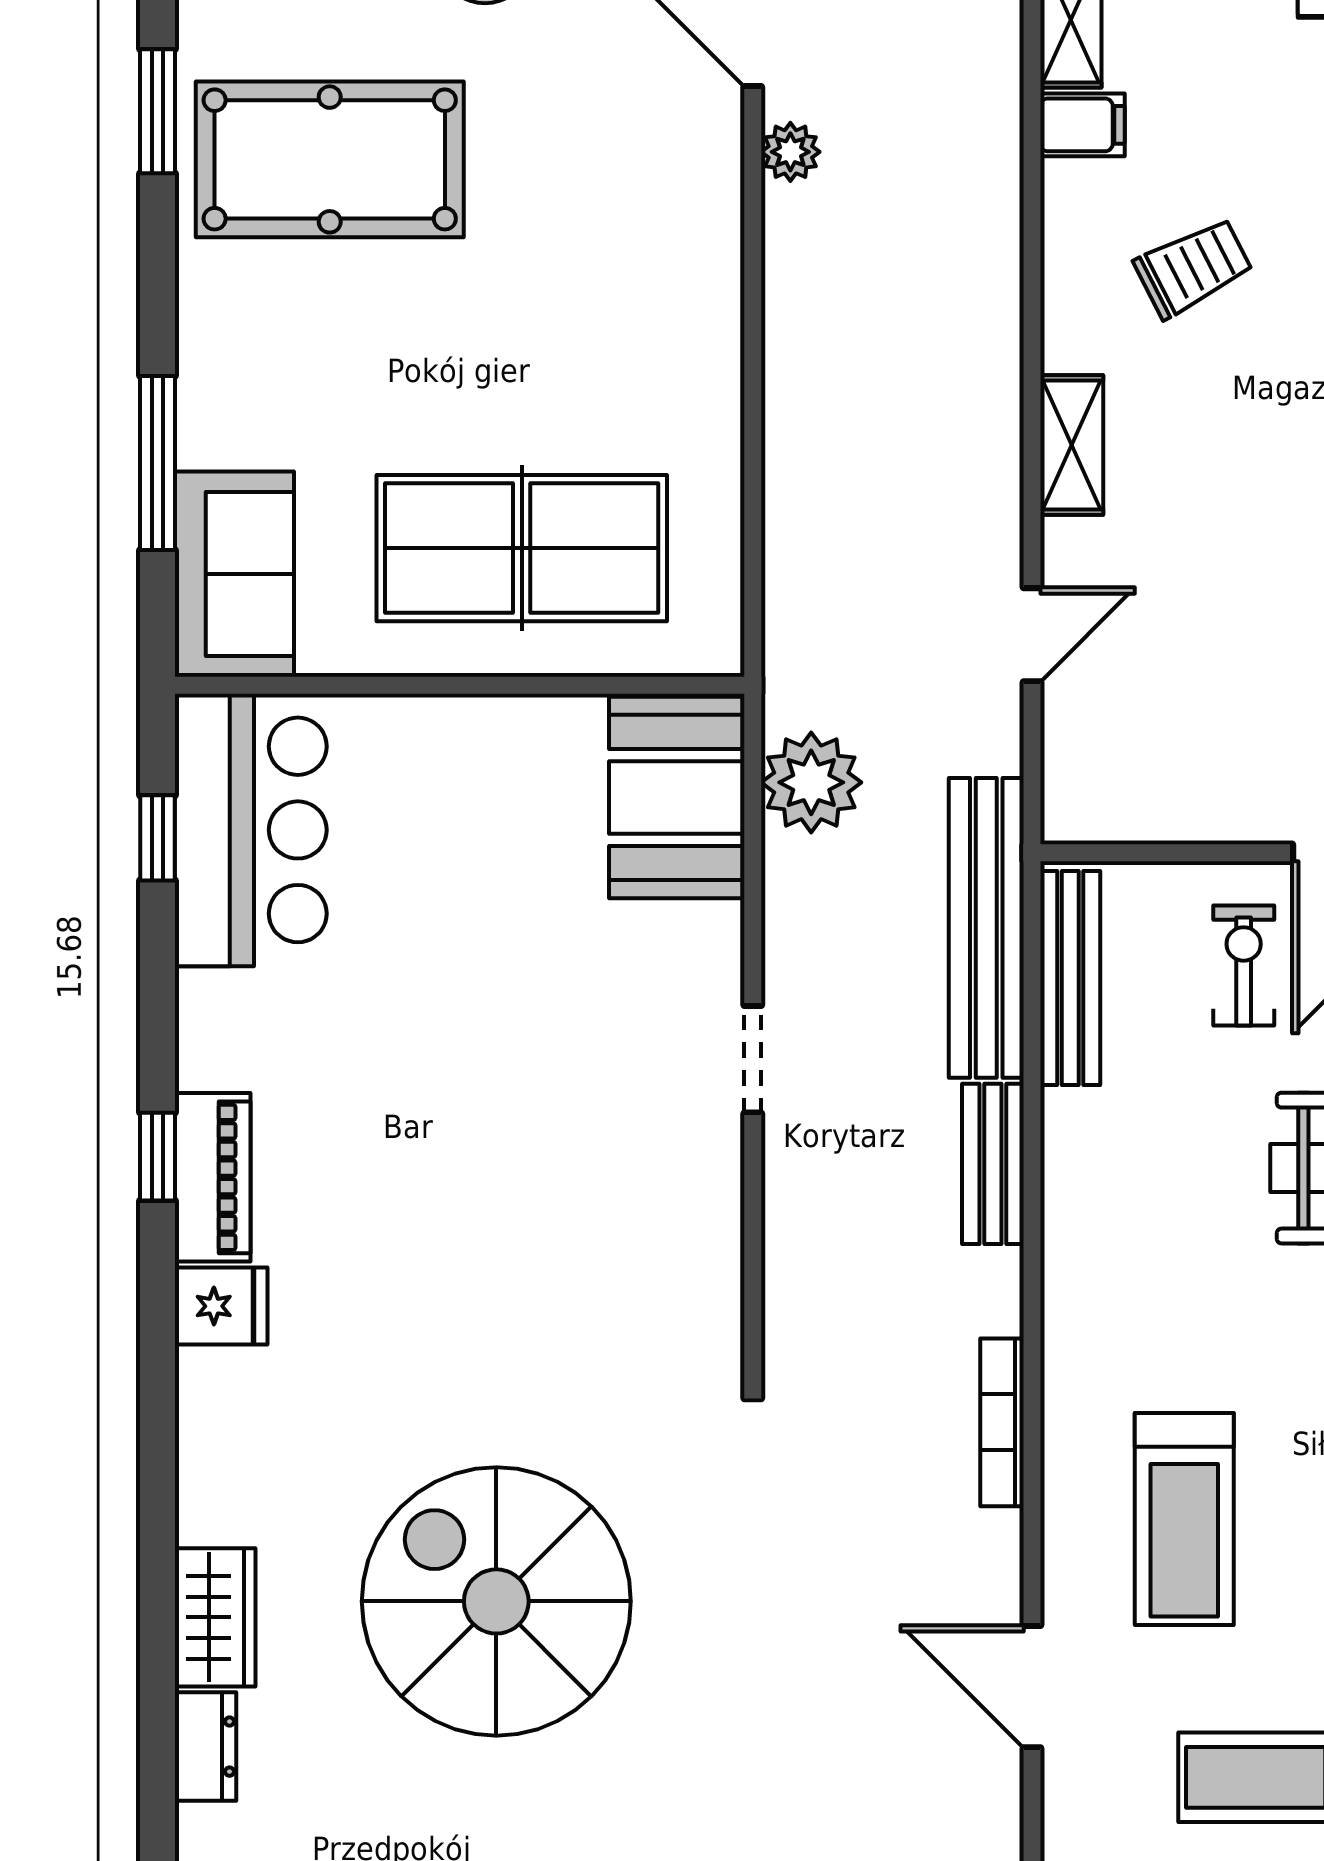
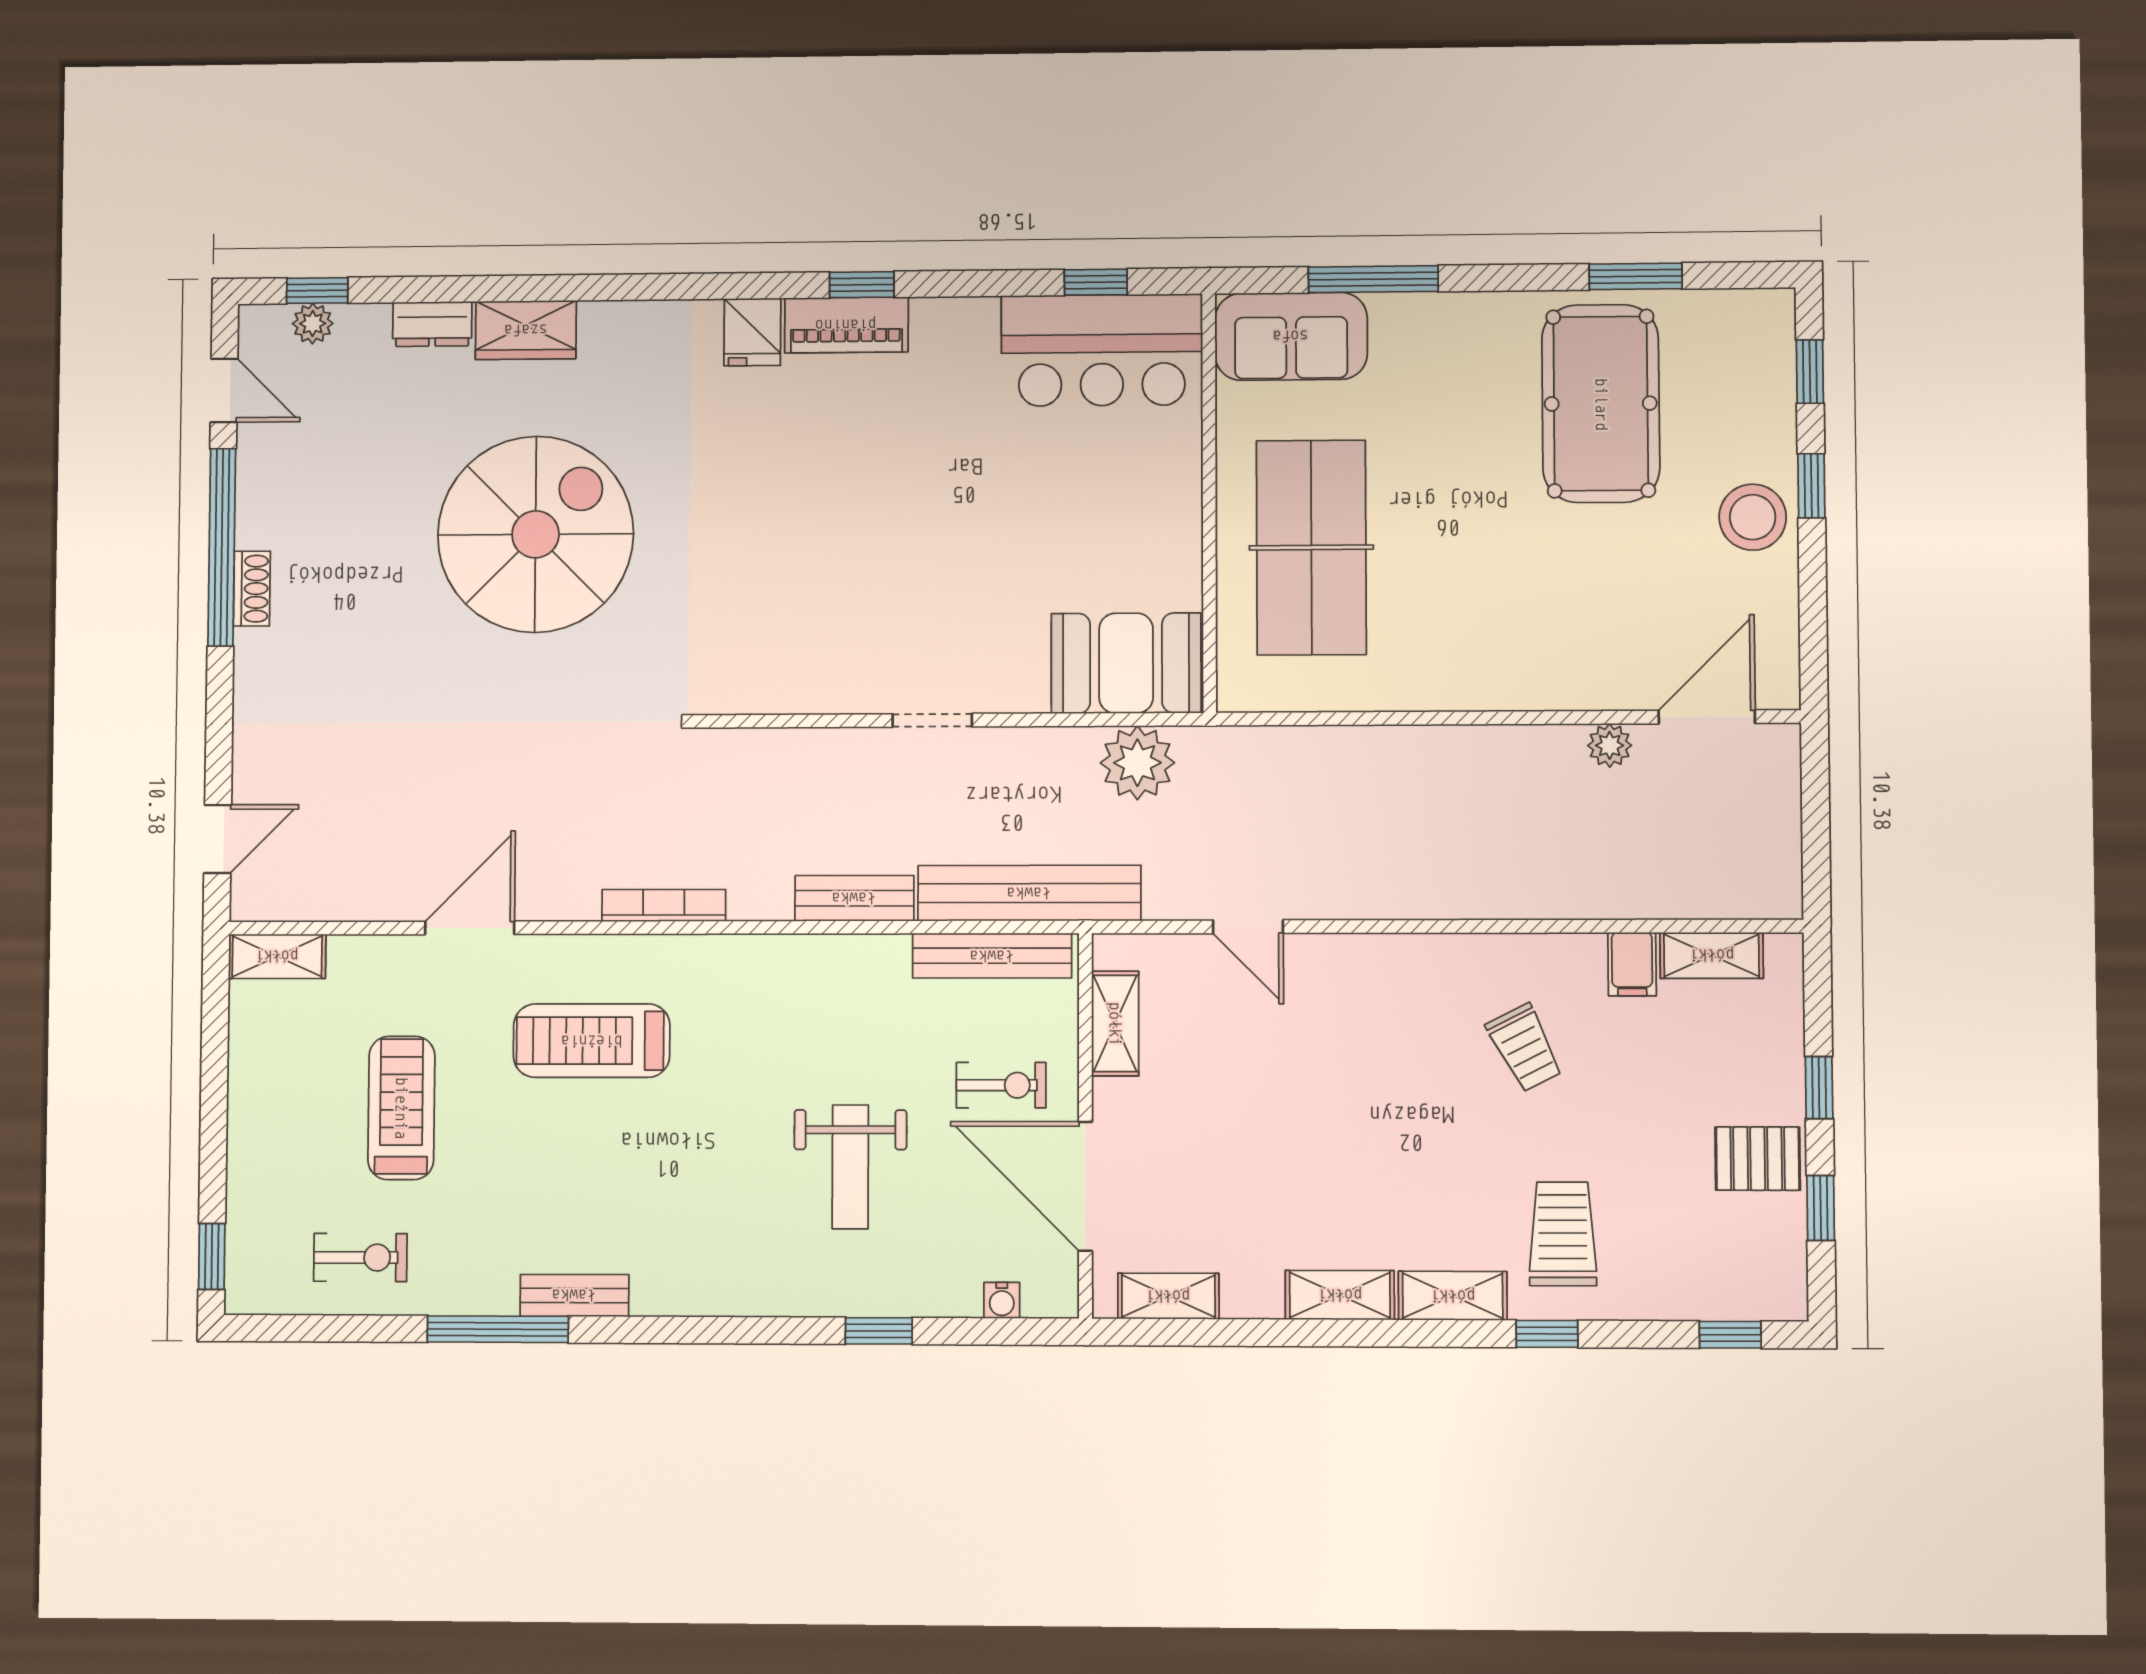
shelving: (1072, 445) -> (1115, 1024), moved, turned 90

